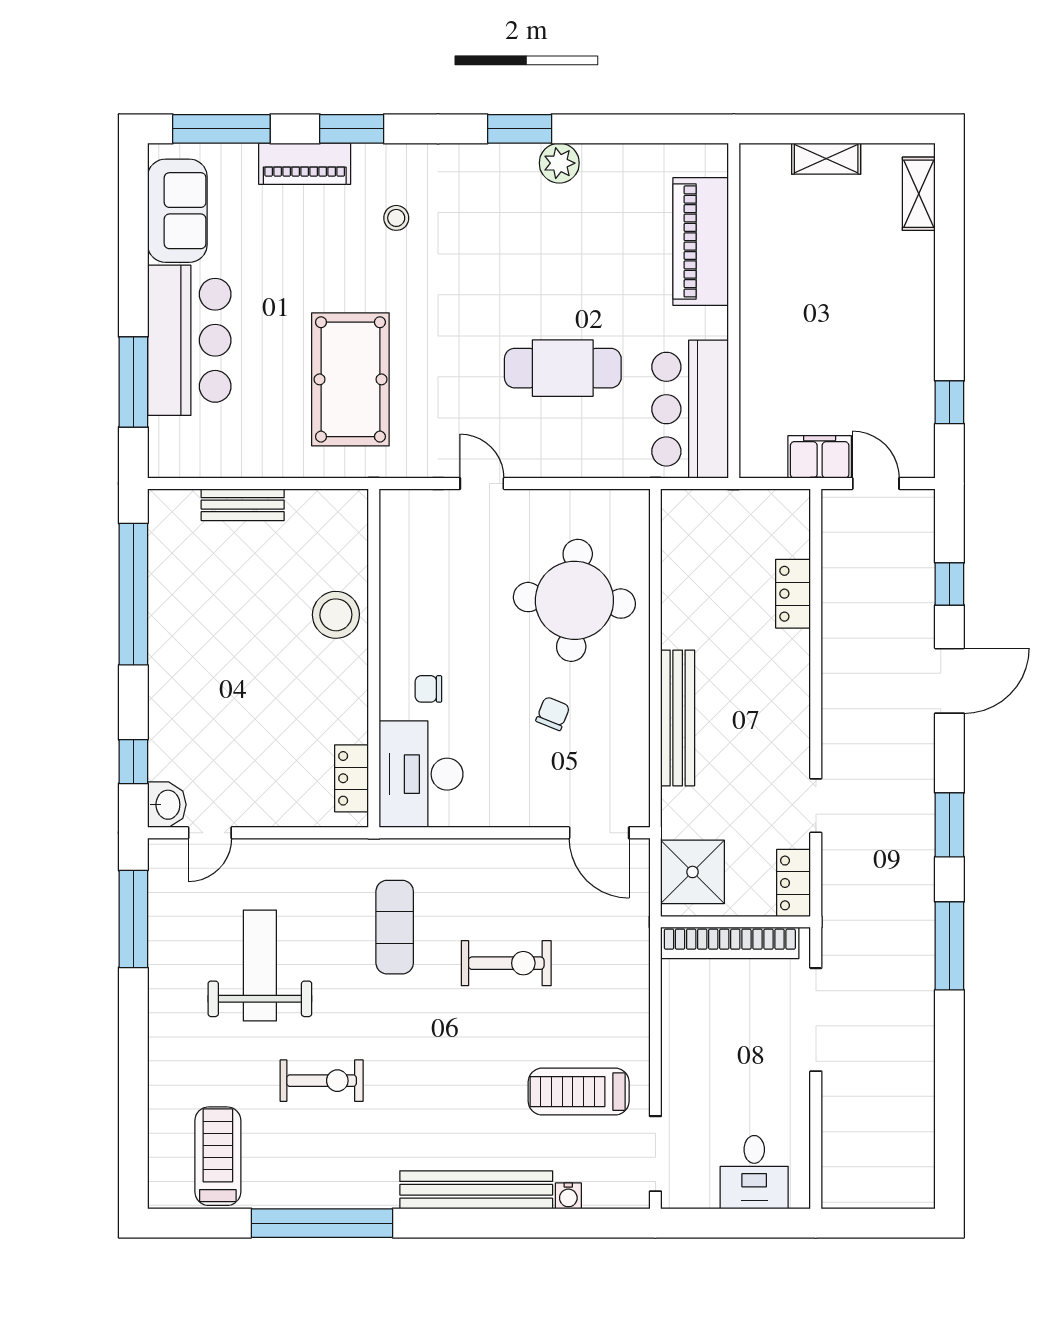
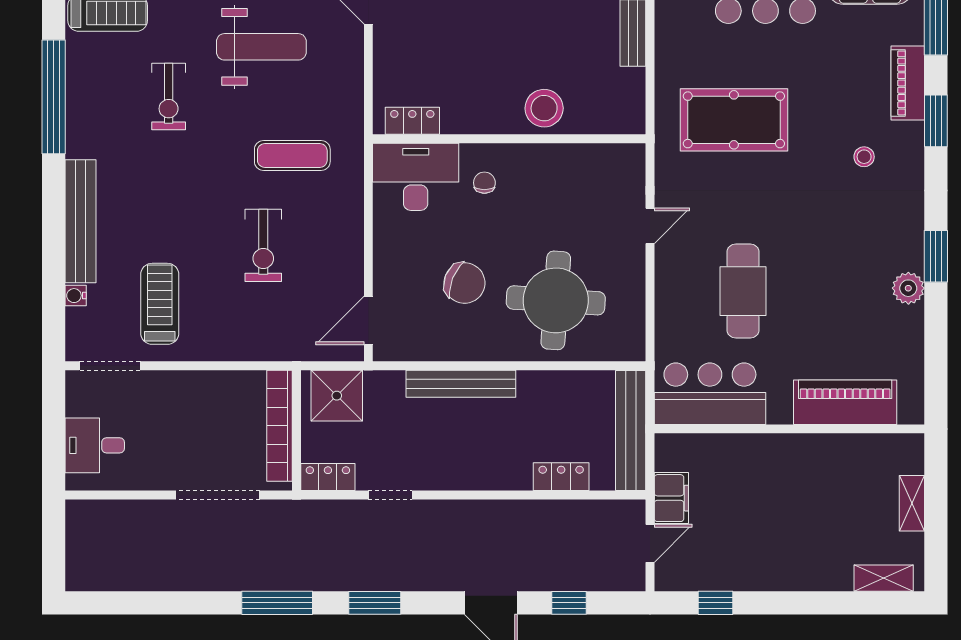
bench: (736, 507) -> (631, 430), added
chair: (553, 714) -> (464, 283), width x1.87, depth x1.87

